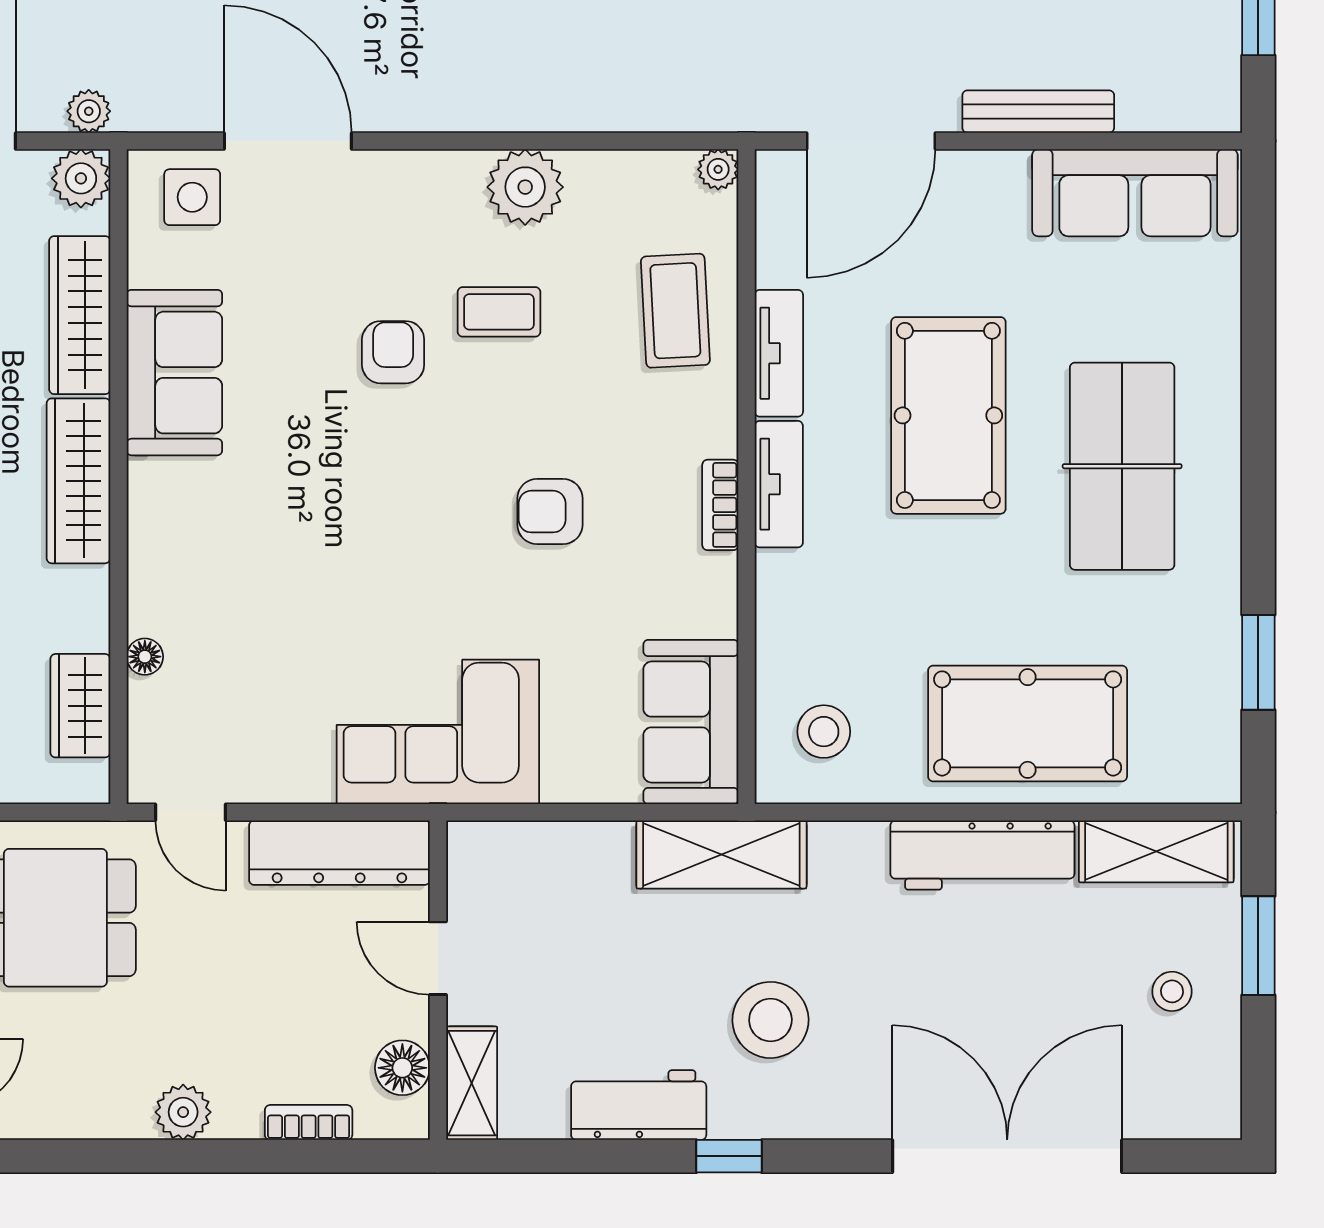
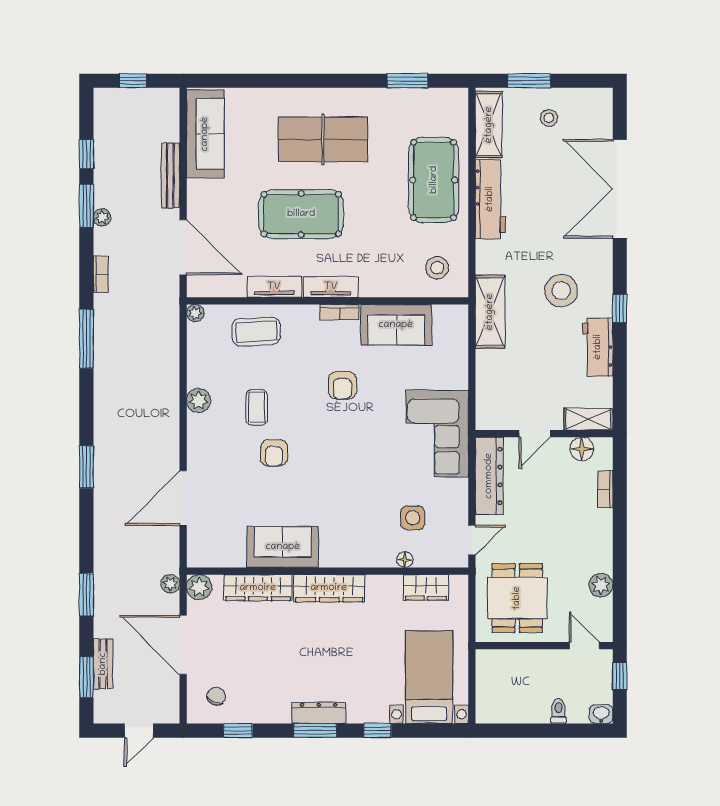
plant: (525, 187) -> (199, 400), width x0.73, depth x0.73
side table: (192, 197) -> (413, 518), moved
armchair: (393, 352) -> (274, 453), turned -90
sofa: (691, 722) -> (396, 325), moved
plant: (183, 1112) -> (601, 585), moved

